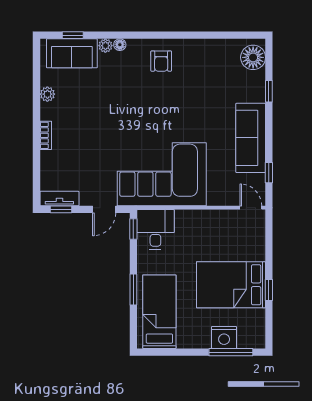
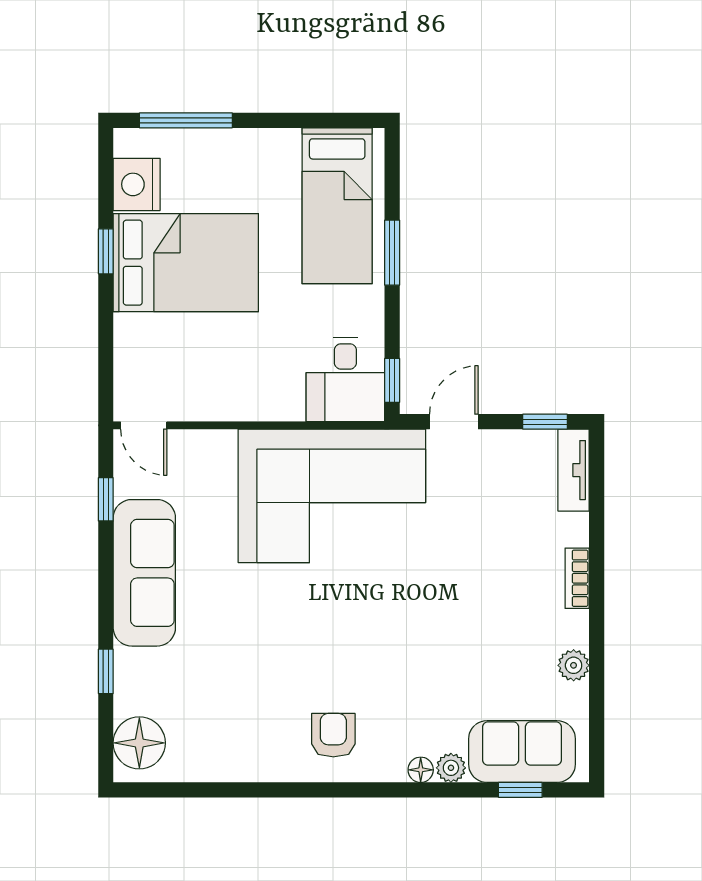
tv unit: (59, 199) -> (574, 470), moved, turned 90
nightstand: (224, 337) -> (137, 184), moved, turned -90

